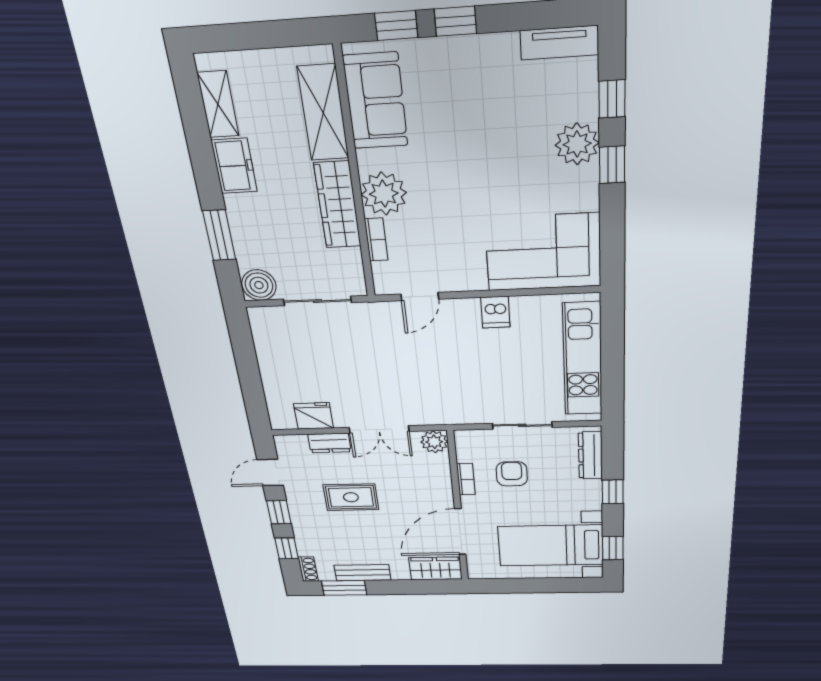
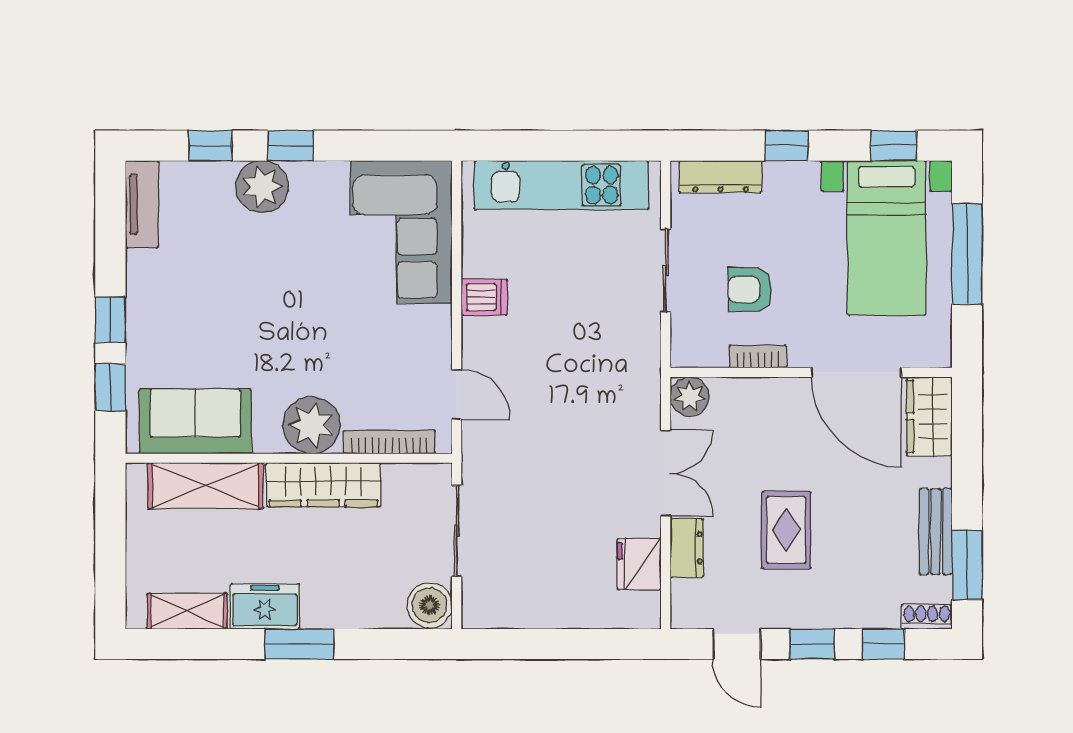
window: (219, 235) -> (299, 644), moved
bookcase: (376, 240) -> (389, 442), width x1.56
window: (542, 585) -> (967, 254), added

